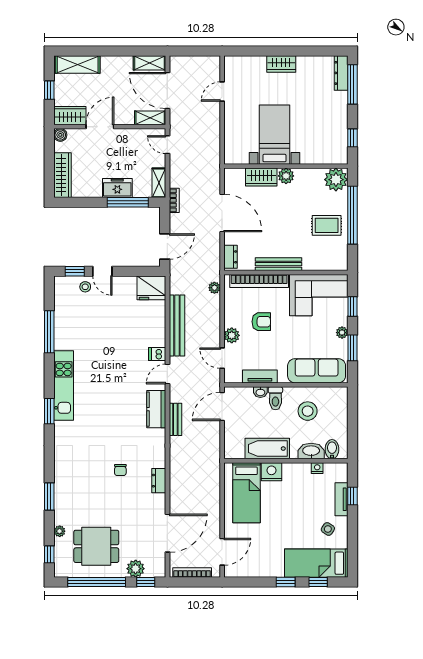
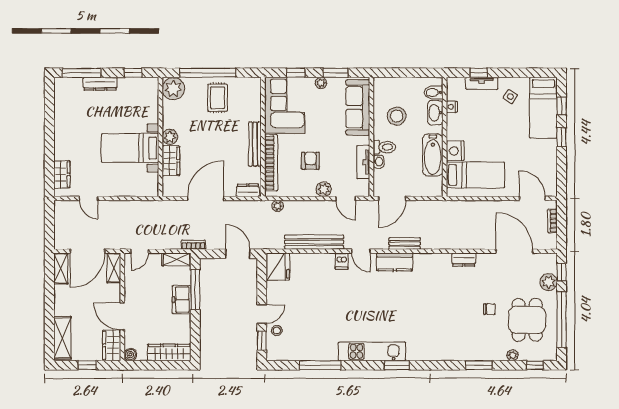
wardrobe: (281, 64) -> (62, 174), moved
dresser: (341, 73) -> (100, 84), moved
door: (222, 358) -> (346, 198), hinge flipped
door: (222, 406) -> (392, 198), hinge flipped
chair: (120, 470) -> (489, 309), moved
bookcase: (192, 573) -> (552, 221), width x0.64

